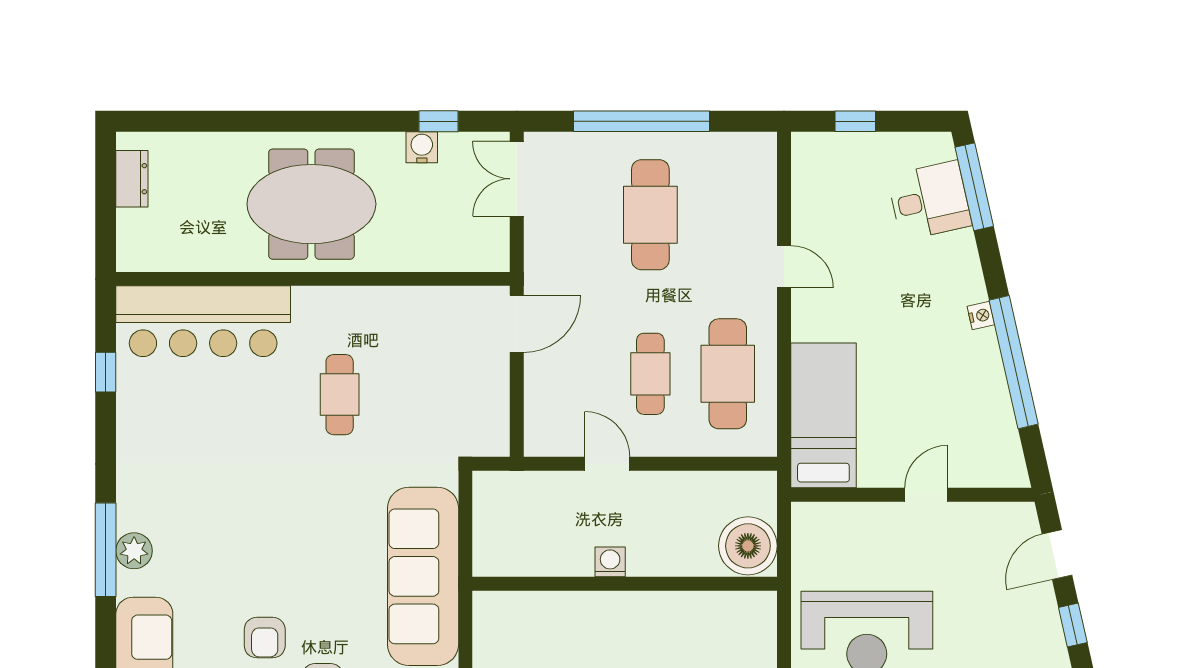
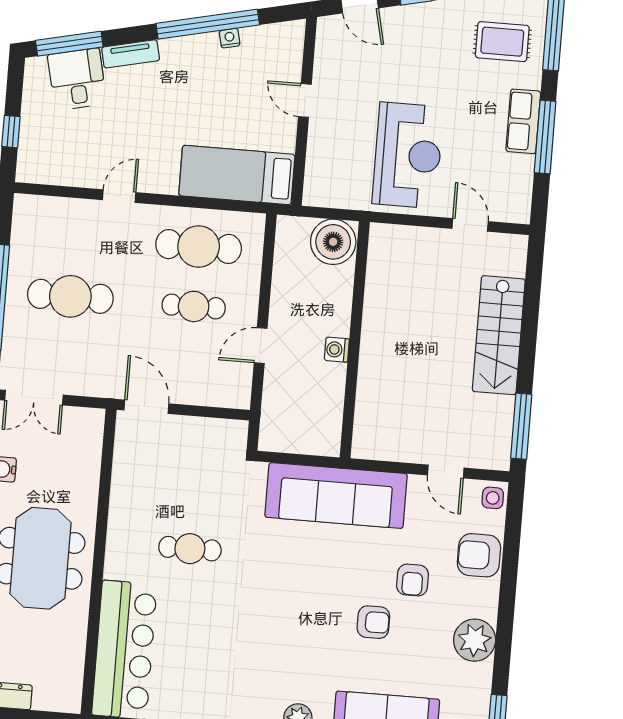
tv unit: (967, 266) -> (131, 54), added
nightstand: (981, 316) -> (230, 38), moved

